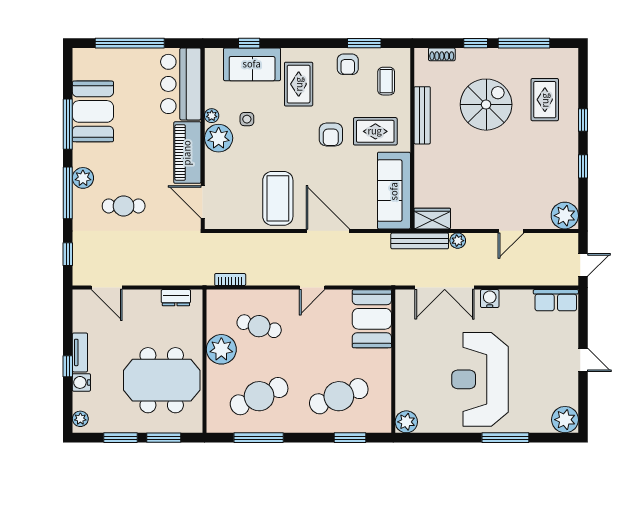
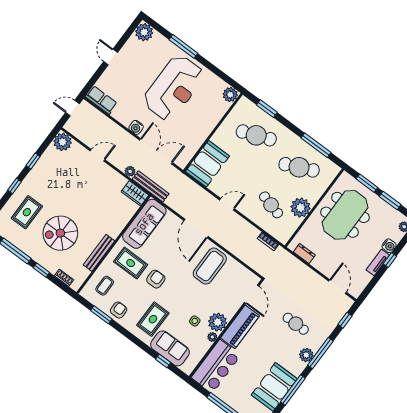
meeting table: (162, 380) -> (345, 215), turned 90

